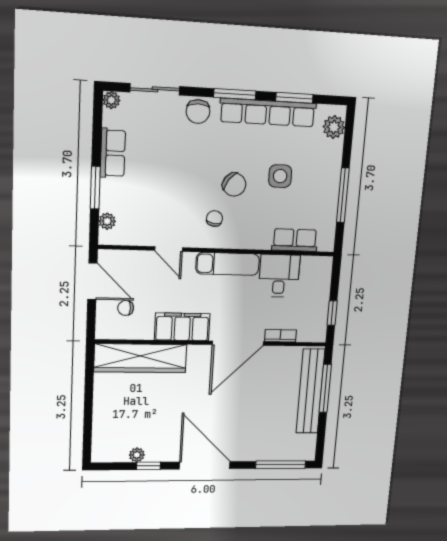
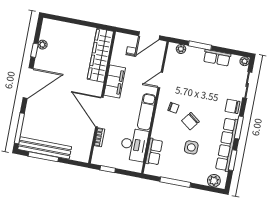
desk: (279, 276) -> (134, 145), width x1.37
window: (325, 388) -> (43, 157), moved
bench: (310, 391) -> (45, 148), moved

